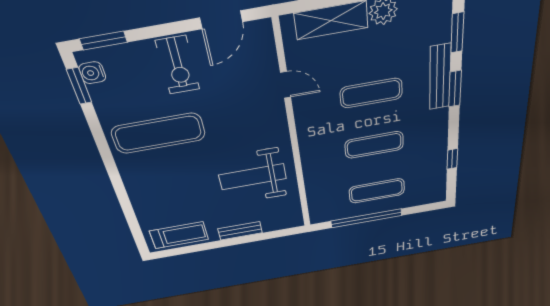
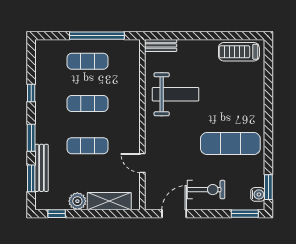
exercise bike: (178, 65) -> (206, 190), turned 90
bench: (440, 77) -> (42, 168), moved
window: (452, 159) -> (31, 93), moved
bench: (240, 231) -> (161, 45), moved

